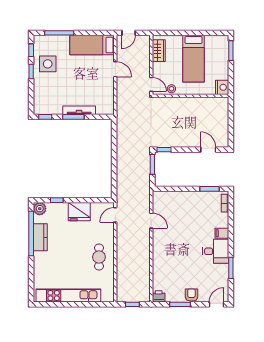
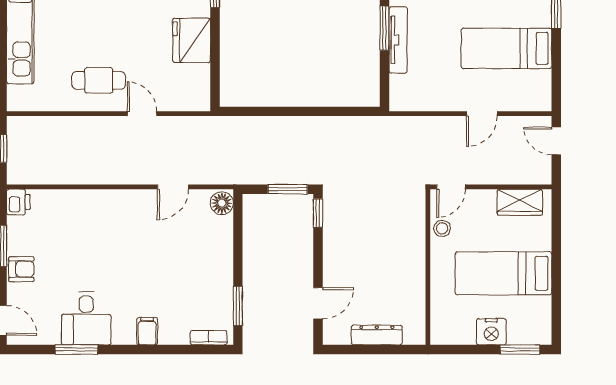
bed: (92, 45) -> (506, 48), moved, turned -90
nightstand: (222, 87) -> (491, 332), moved
dresser: (224, 121) -> (377, 335), added
floor lamp: (159, 197) -> (222, 203), added
door: (115, 215) -> (142, 114), moved
desk: (216, 251) -> (86, 318), moved

